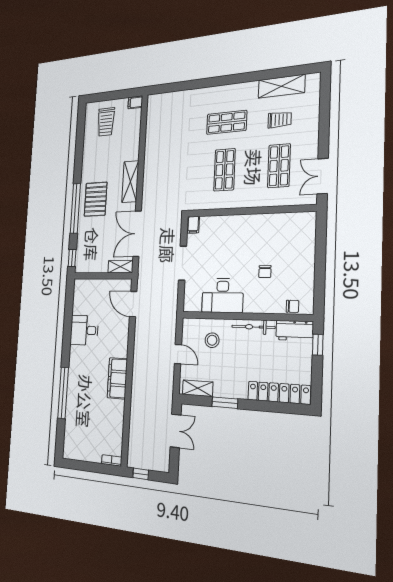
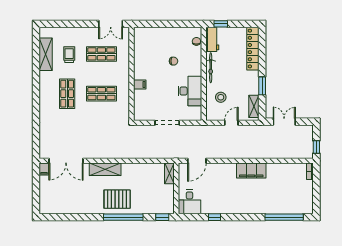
trolley: (106, 122) -> (57, 194), removed
filing cabinet: (193, 225) -> (140, 85), moved
double door: (137, 234) -> (66, 161), moved
window: (68, 326) -> (214, 217), added
desk: (84, 330) -> (189, 202), moved
window: (63, 393) -> (284, 217), moved

